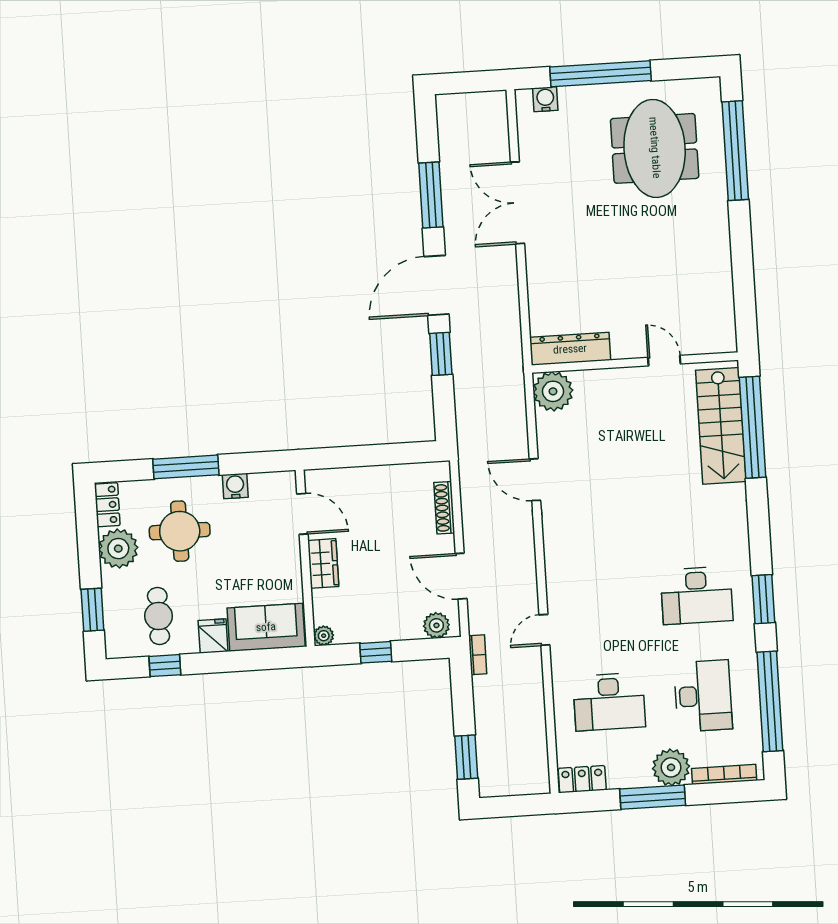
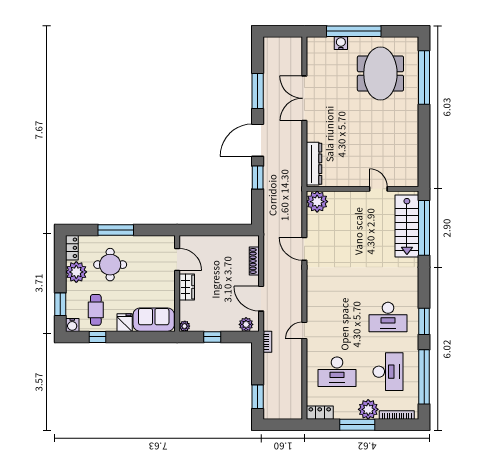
water cooler: (545, 99) -> (341, 43), moved
dresser: (570, 349) -> (314, 164), moved, turned 90
water cooler: (235, 486) -> (72, 325), moved, turned 180

